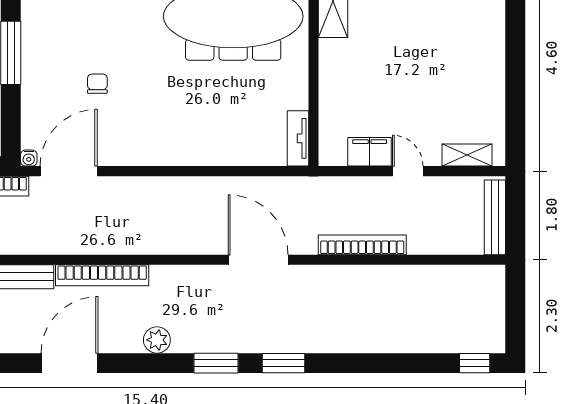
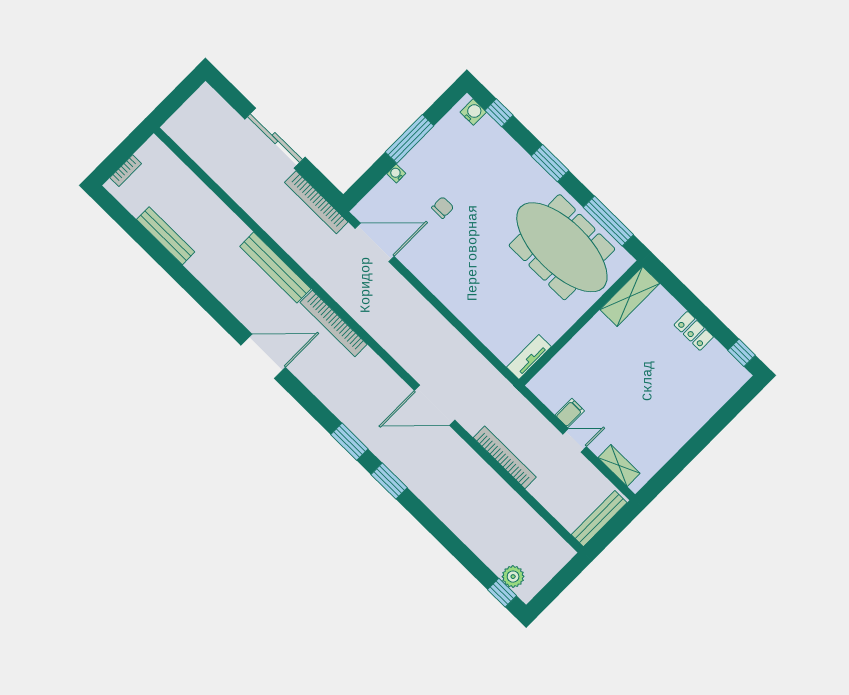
filing cabinet: (370, 152) -> (570, 413), width x0.50
water cooler: (29, 158) -> (396, 174), moved, turned 90
door: (408, 171) -> (575, 440), hinge flipped
door: (258, 260) -> (435, 405), swing flipped
plant: (157, 340) -> (513, 577), moved

